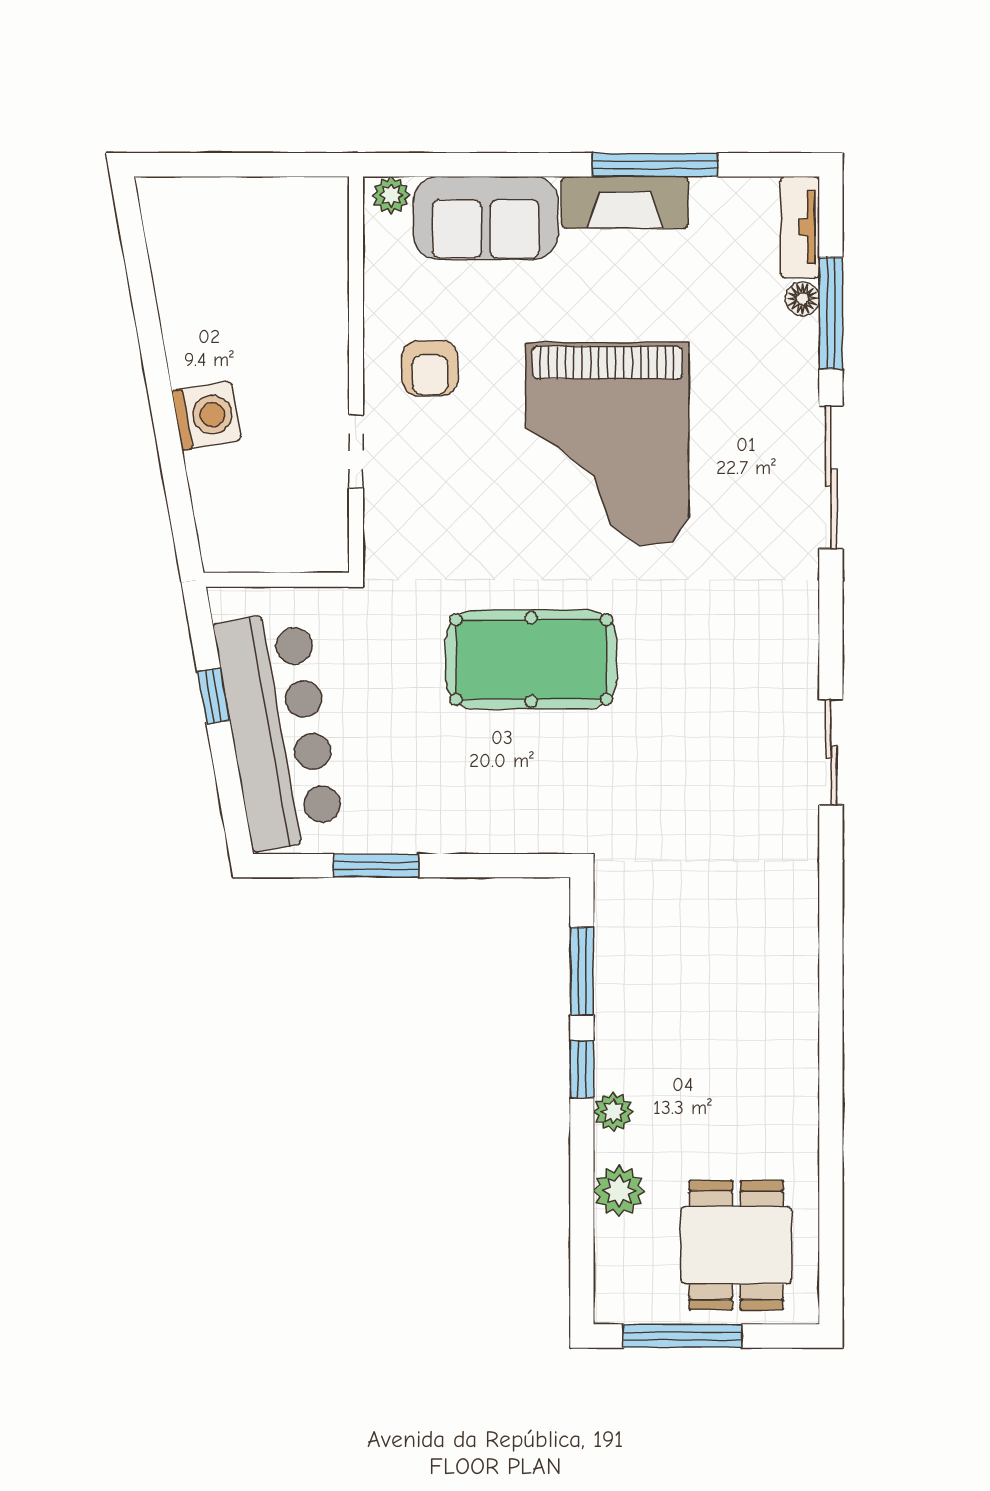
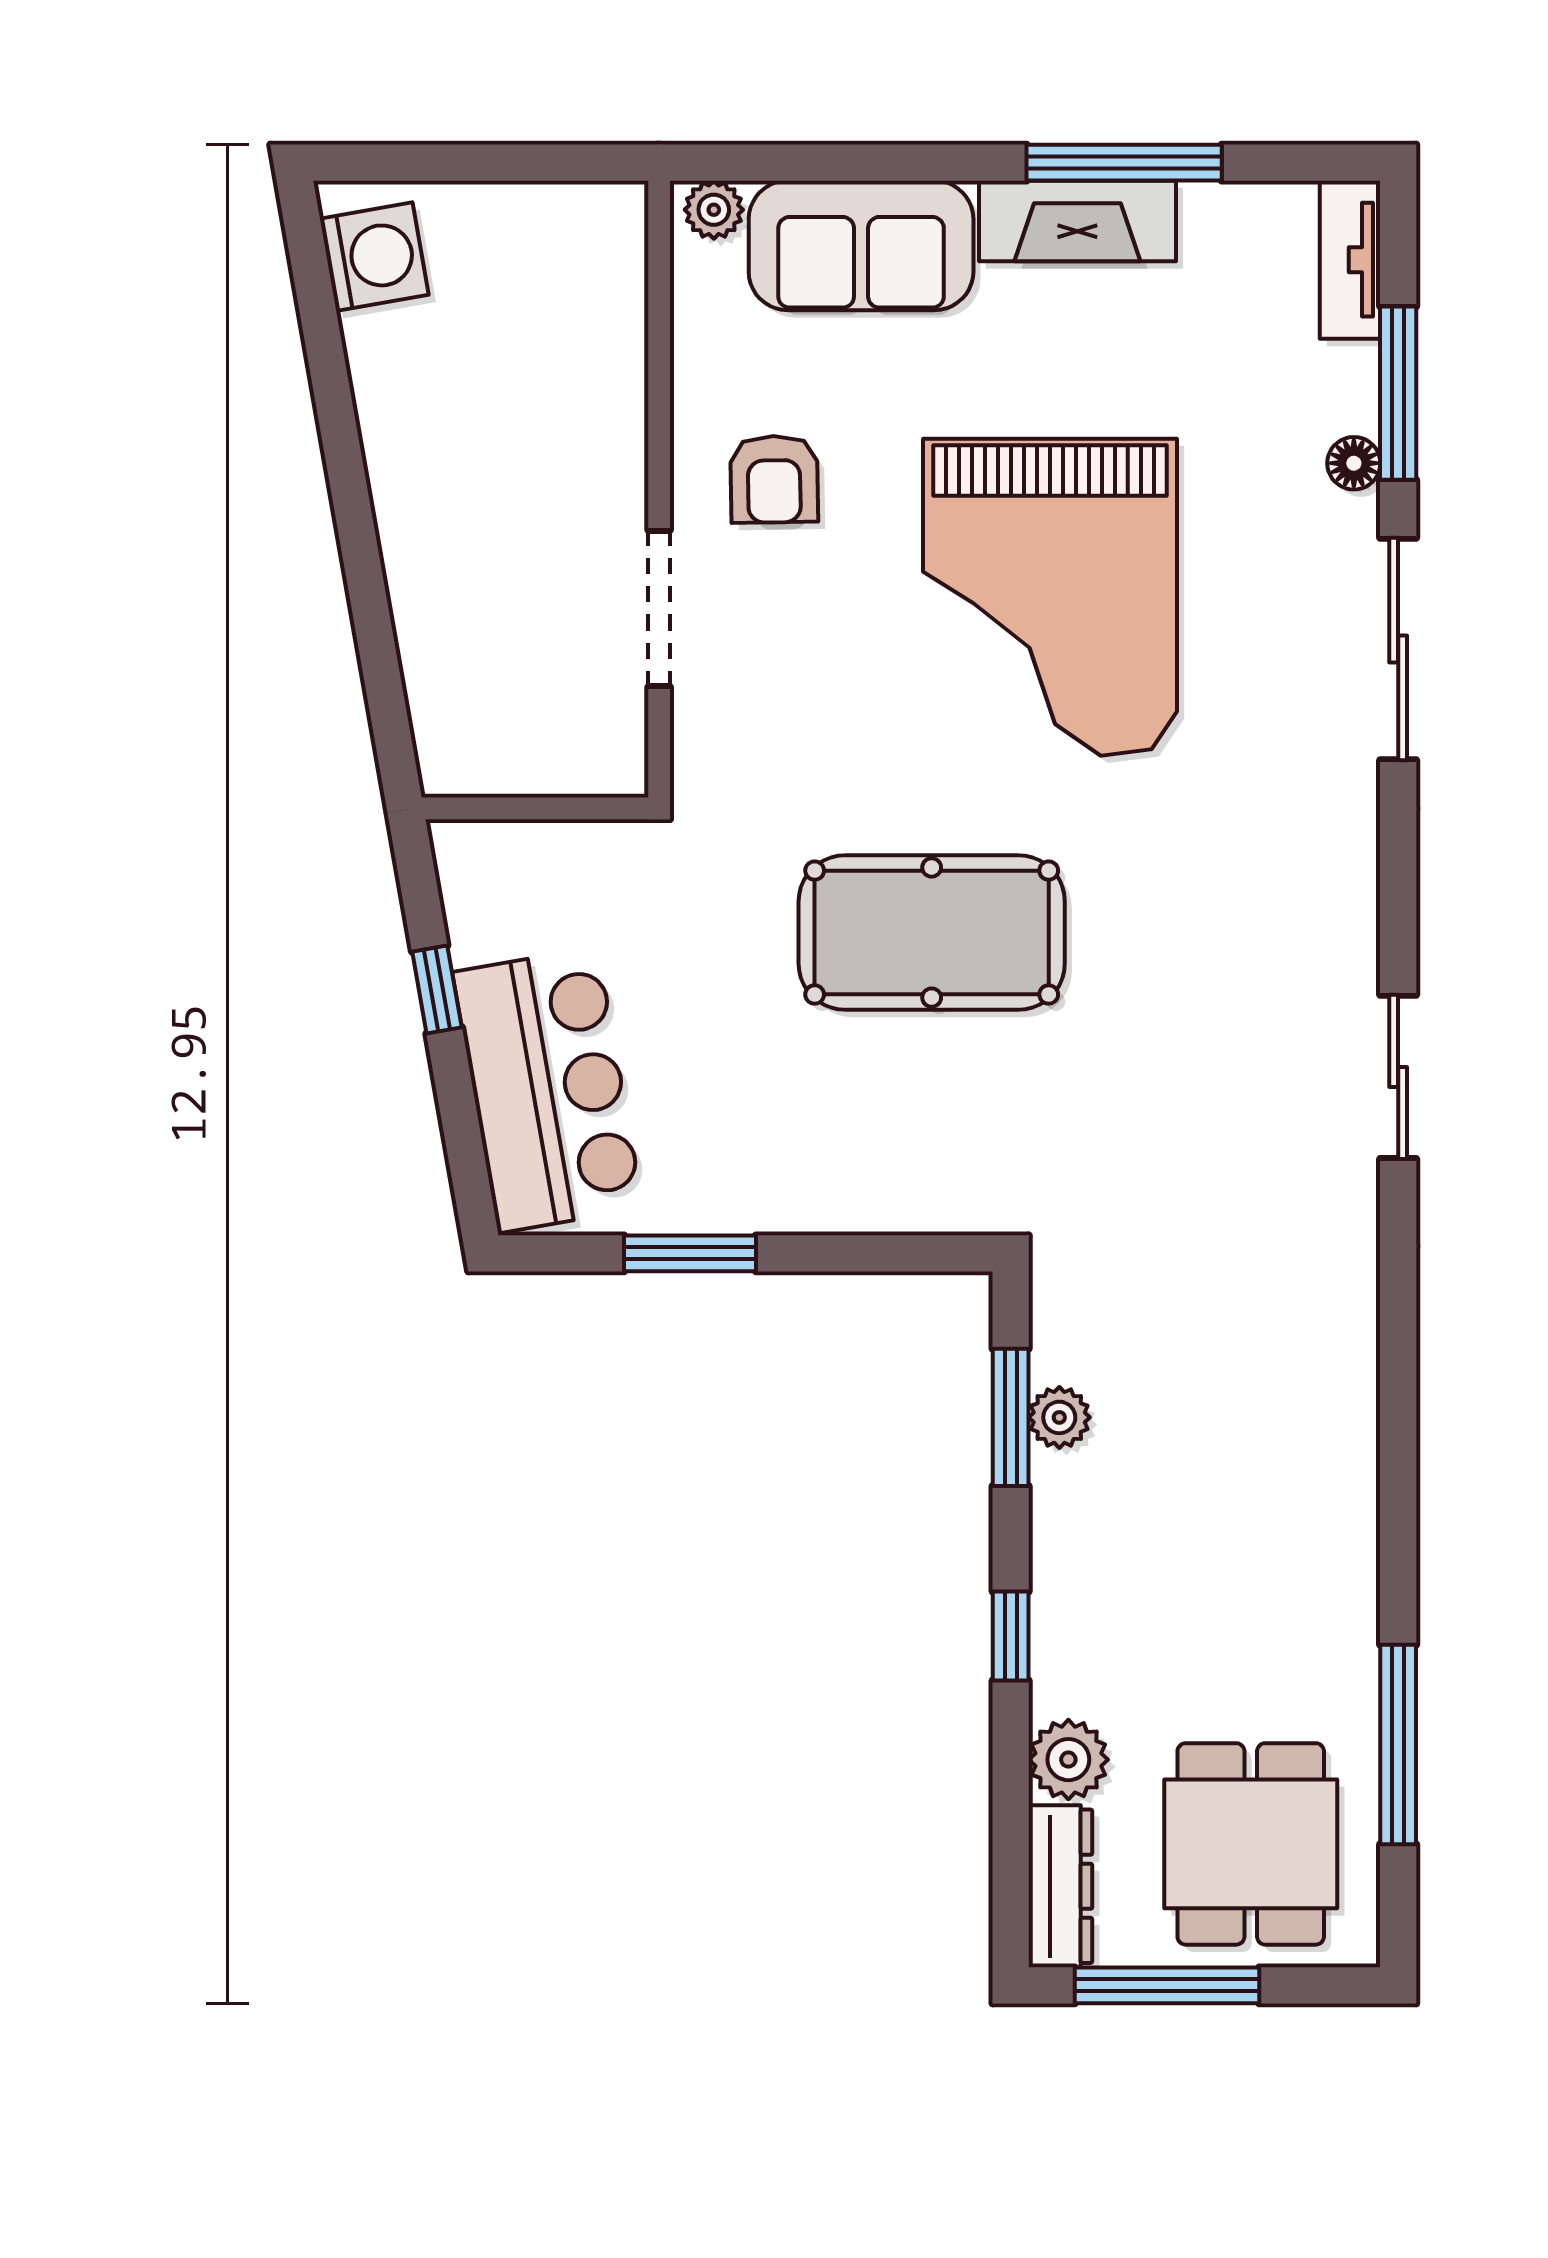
floor lamp: (802, 299) -> (1354, 463), moved
washing machine: (206, 416) -> (374, 257), moved
doorway: (356, 451) -> (659, 608), width x1.38
bar counter: (279, 730) -> (548, 1090), width x0.73
window: (582, 1069) -> (1011, 1636), moved
plant: (613, 1112) -> (1059, 1417), moved
window: (831, 1181) -> (1398, 1744), added
dresser: (614, 1272) -> (1060, 1886), added

